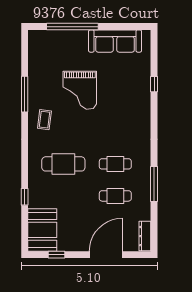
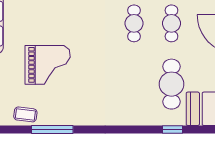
coffee table: (44, 120) -> (25, 114), moved
cafe table: (63, 164) -> (171, 84), moved

